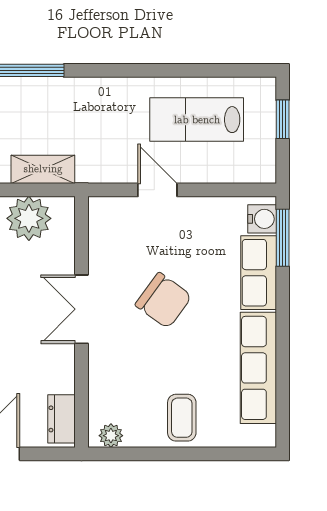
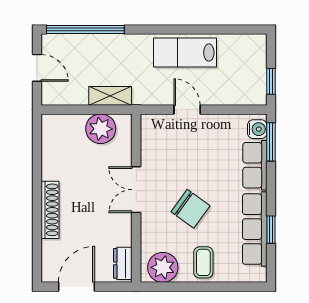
window: (283, 119) -> (271, 81), moved
lab bench: (197, 120) -> (185, 53), moved
chair: (163, 301) -> (191, 209), moved
window: (283, 369) -> (271, 230), added
plant: (111, 436) -> (163, 267), width x1.87, depth x1.87

